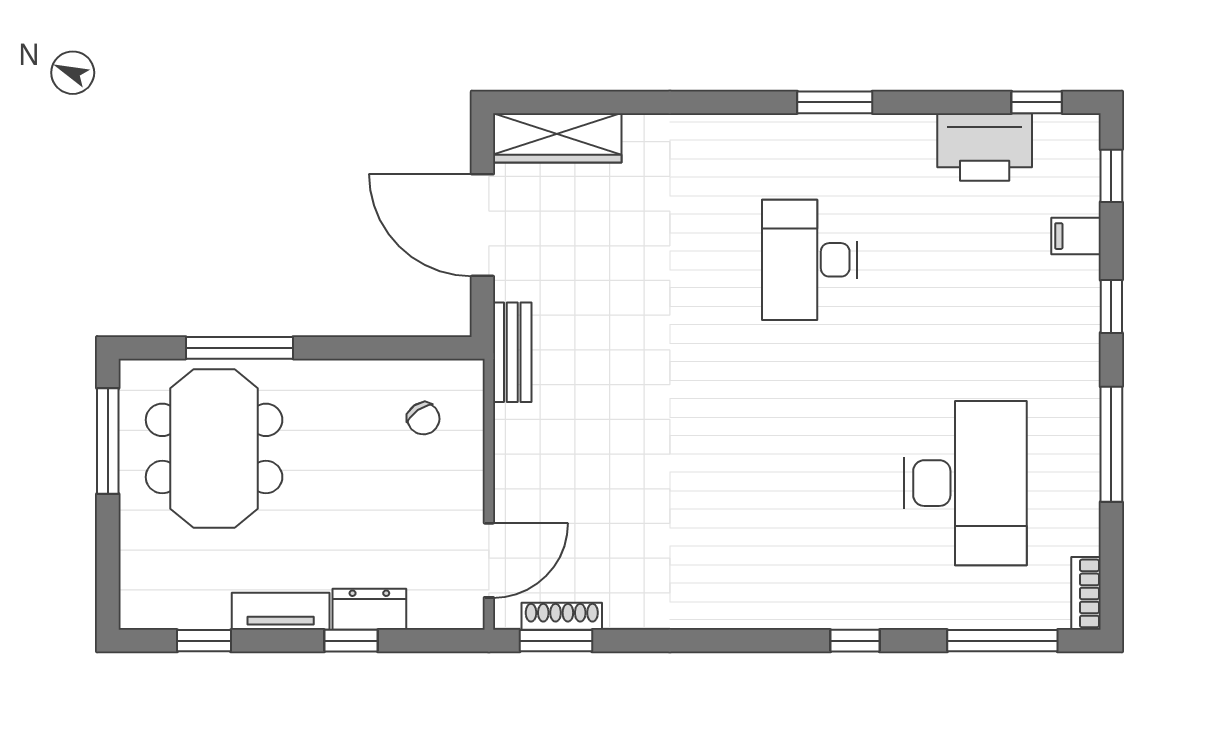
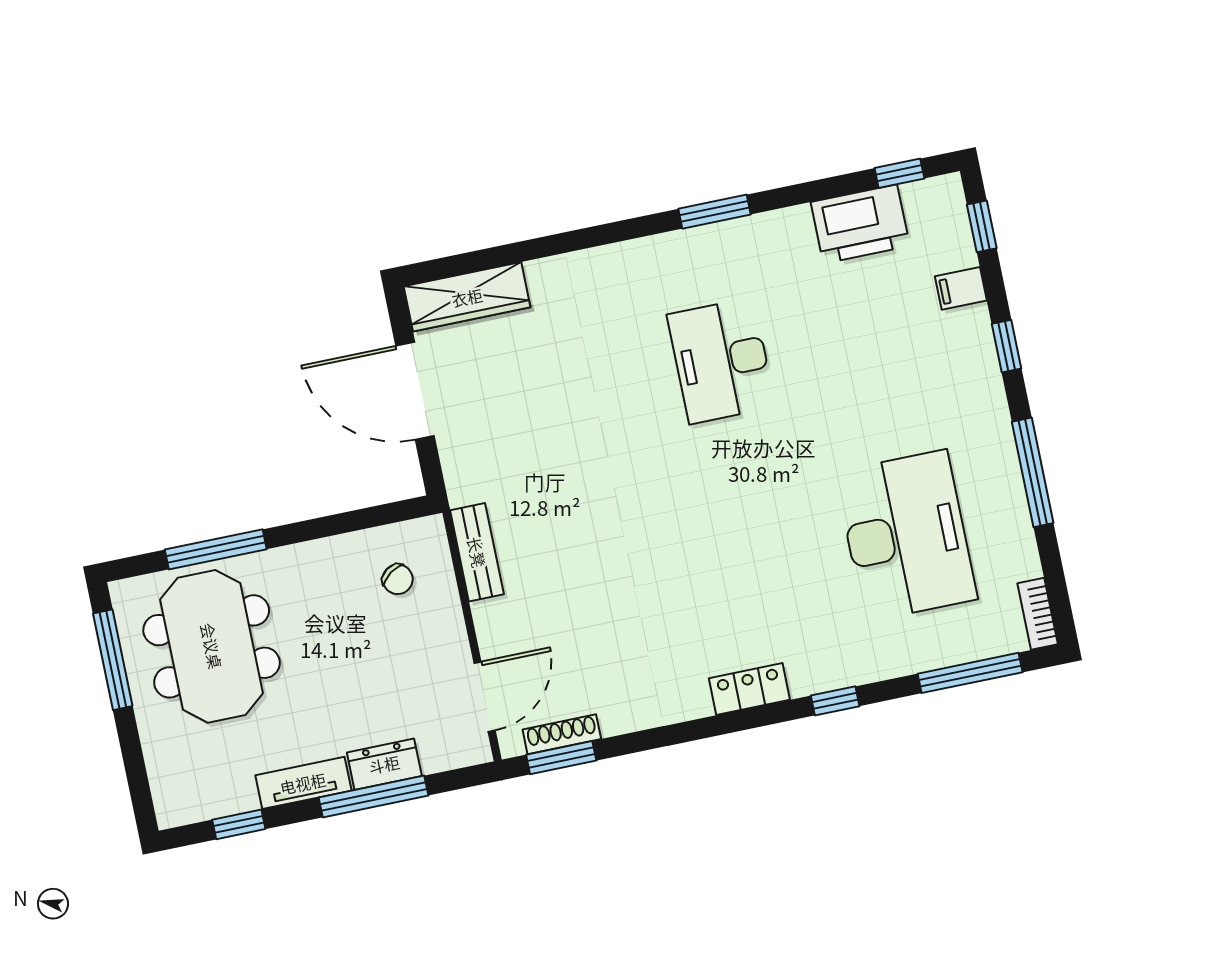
bench: (512, 352) -> (477, 552), moved
locker: (768, 610) -> (749, 689), added
window: (351, 641) -> (374, 796), width x2.17

